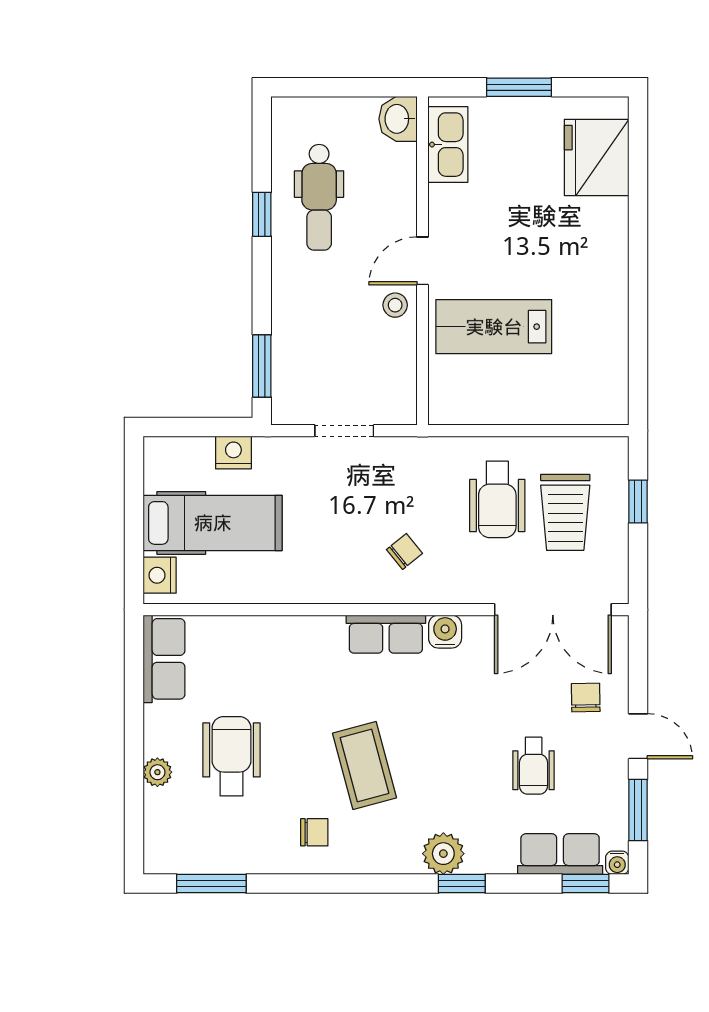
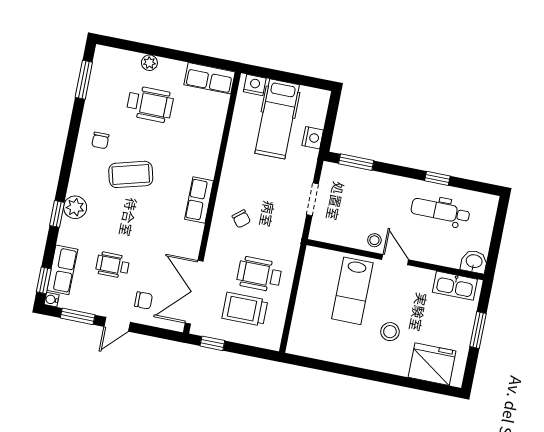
stool: (553, 244) -> (390, 332), added
lab bench: (494, 327) -> (352, 291), turned 180
window: (638, 501) -> (212, 343), moved
water cooler: (445, 632) -> (194, 232), removed

